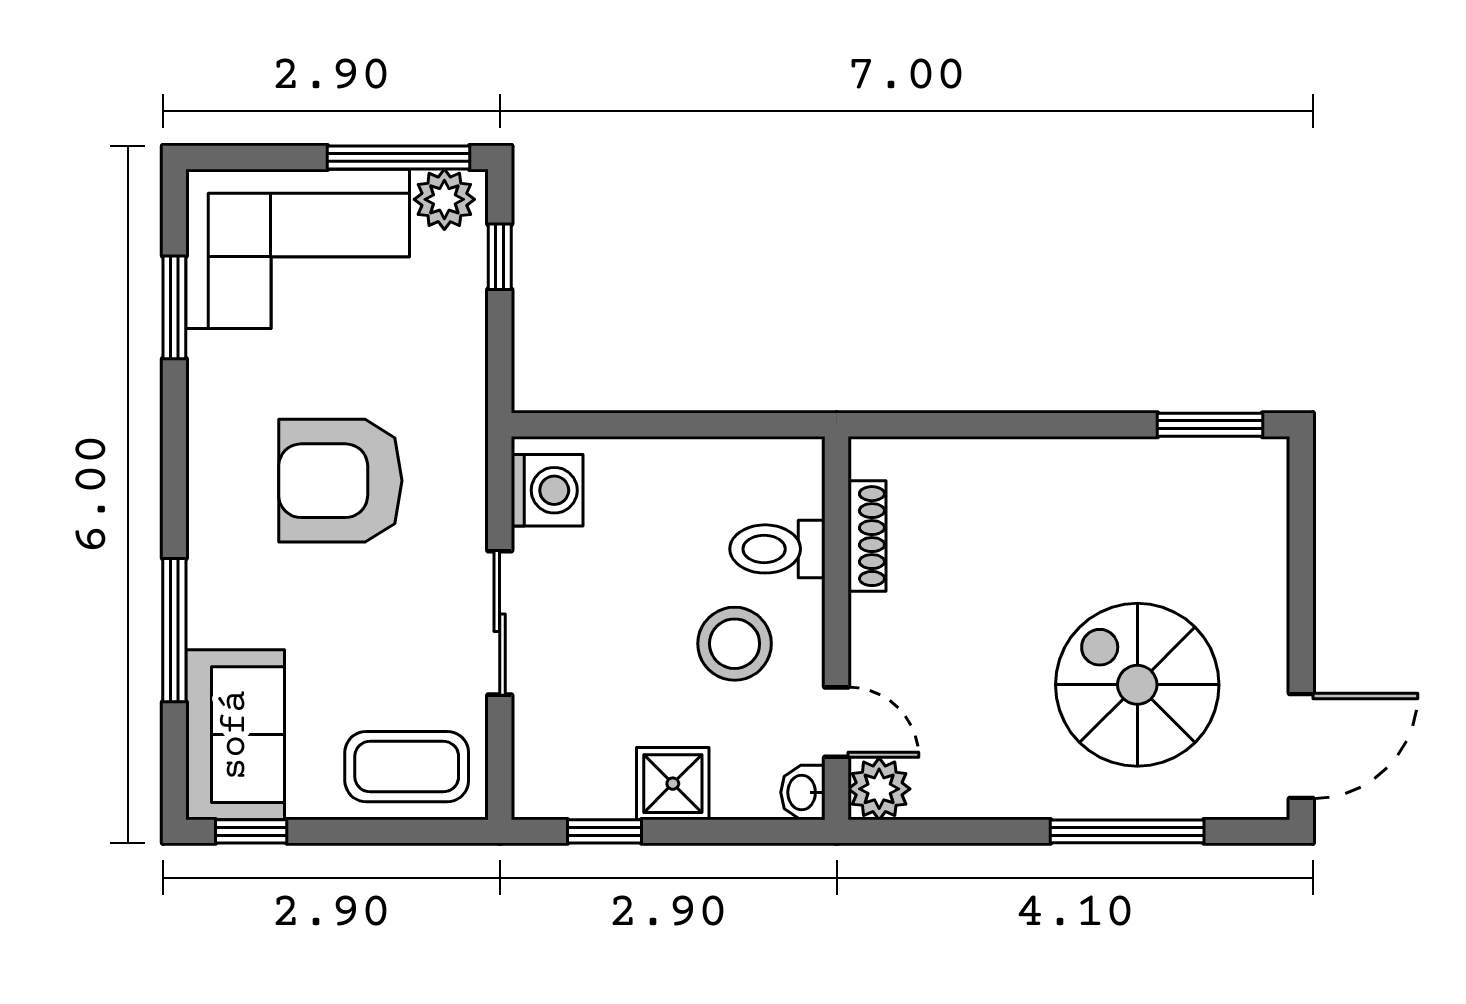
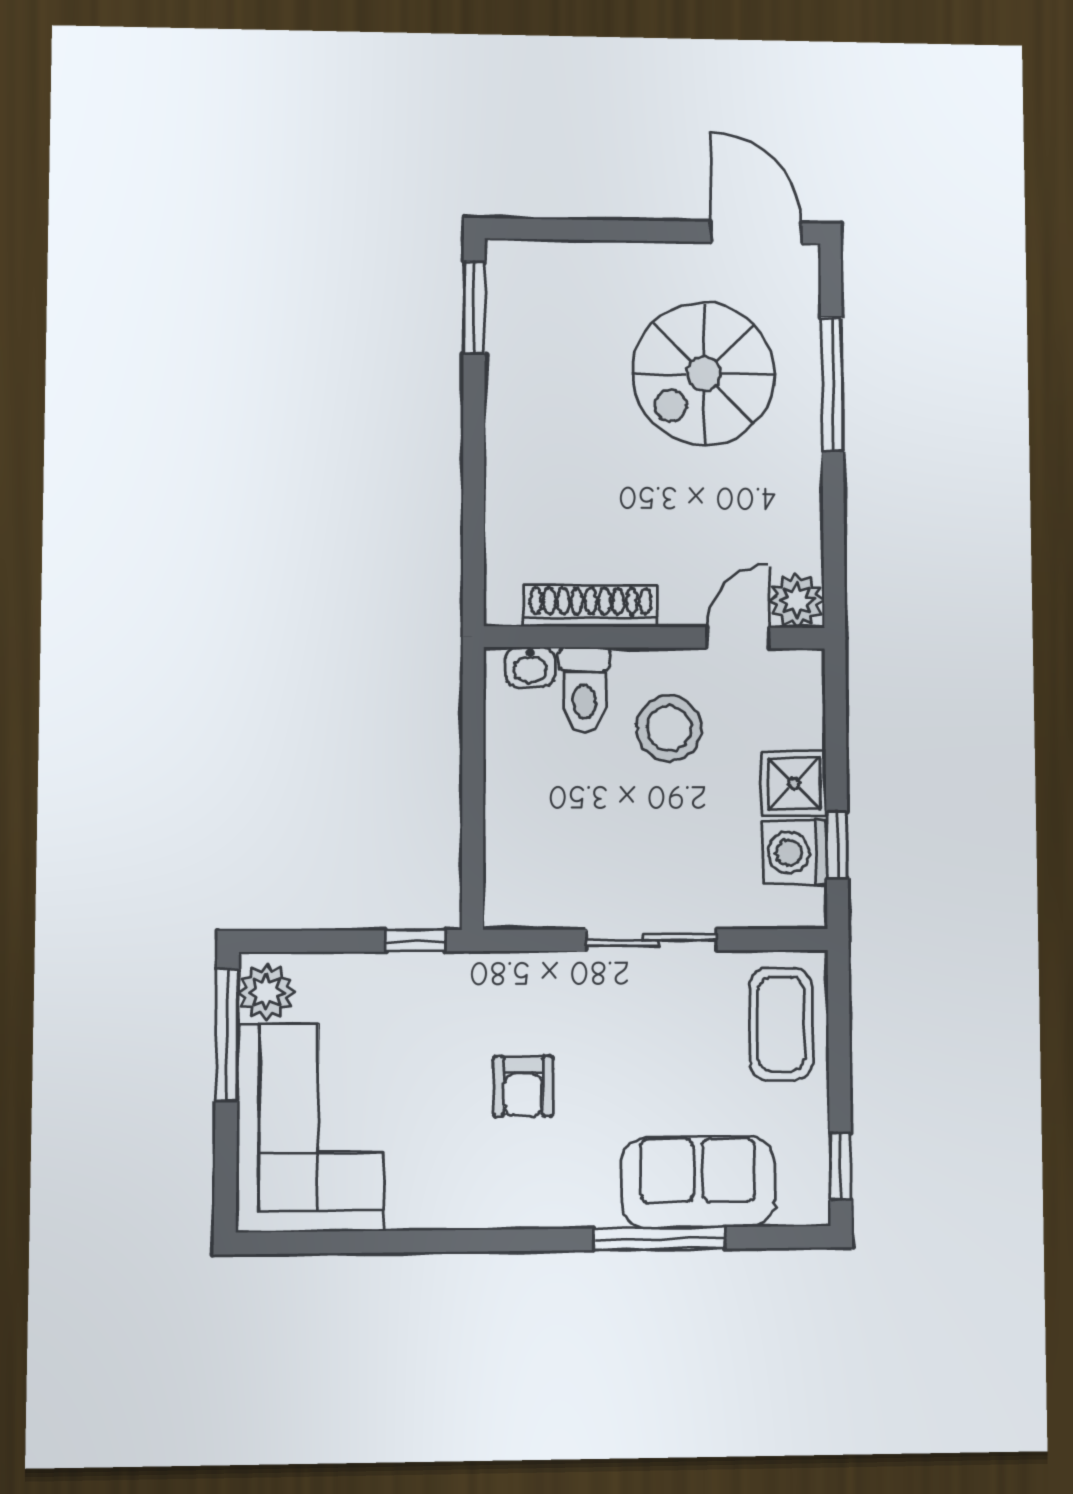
window: (500, 257) -> (416, 941), moved
window: (174, 307) -> (364, 1242), removed
armchair: (340, 481) -> (523, 1086), width x0.53, depth x0.53
washing machine: (547, 490) -> (795, 853), moved, turned -90
shoe rack: (867, 536) -> (591, 606), width x1.36, depth x1.24
sofa: (235, 735) -> (698, 1182), moved
washbasin: (803, 792) -> (530, 667), moved

